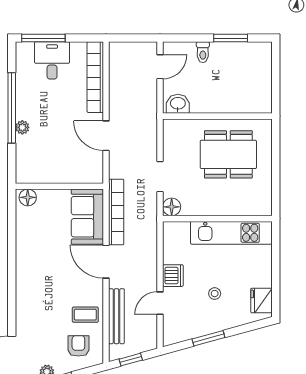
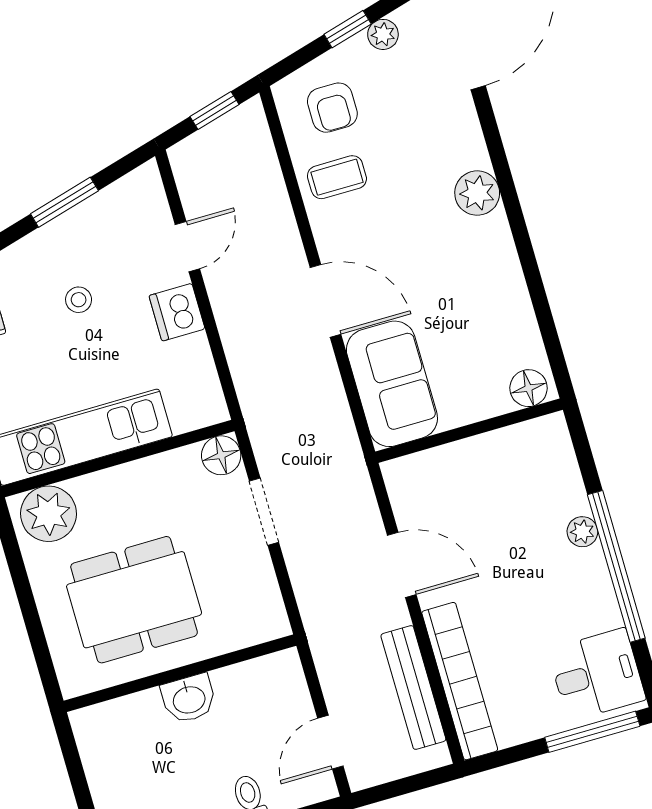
desk: (52, 60) -> (597, 675), moved, turned -90
washbasin: (178, 104) -> (189, 699), moved
plant: (255, 203) -> (49, 514), added
bookcase: (116, 212) -> (334, 411), removed
plant: (26, 290) -> (477, 193), added
bench: (116, 316) -> (413, 688), moved

